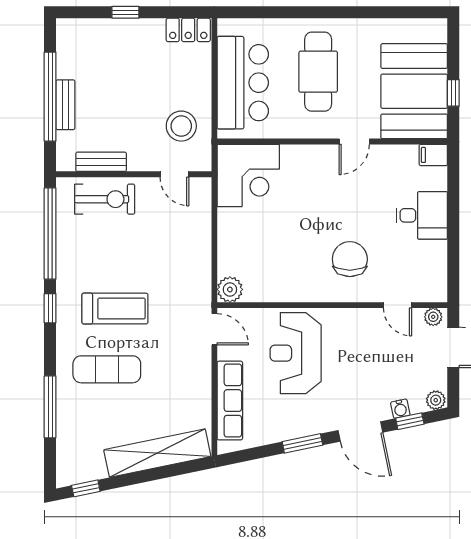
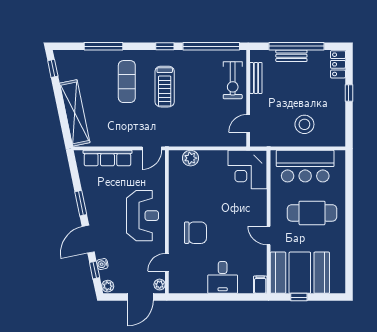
locker: (188, 30) -> (338, 64), moved
stool: (181, 126) -> (304, 124), moved
plant: (230, 289) -> (191, 158), moved
reception desk: (296, 353) -> (143, 216), moved, turned 90

